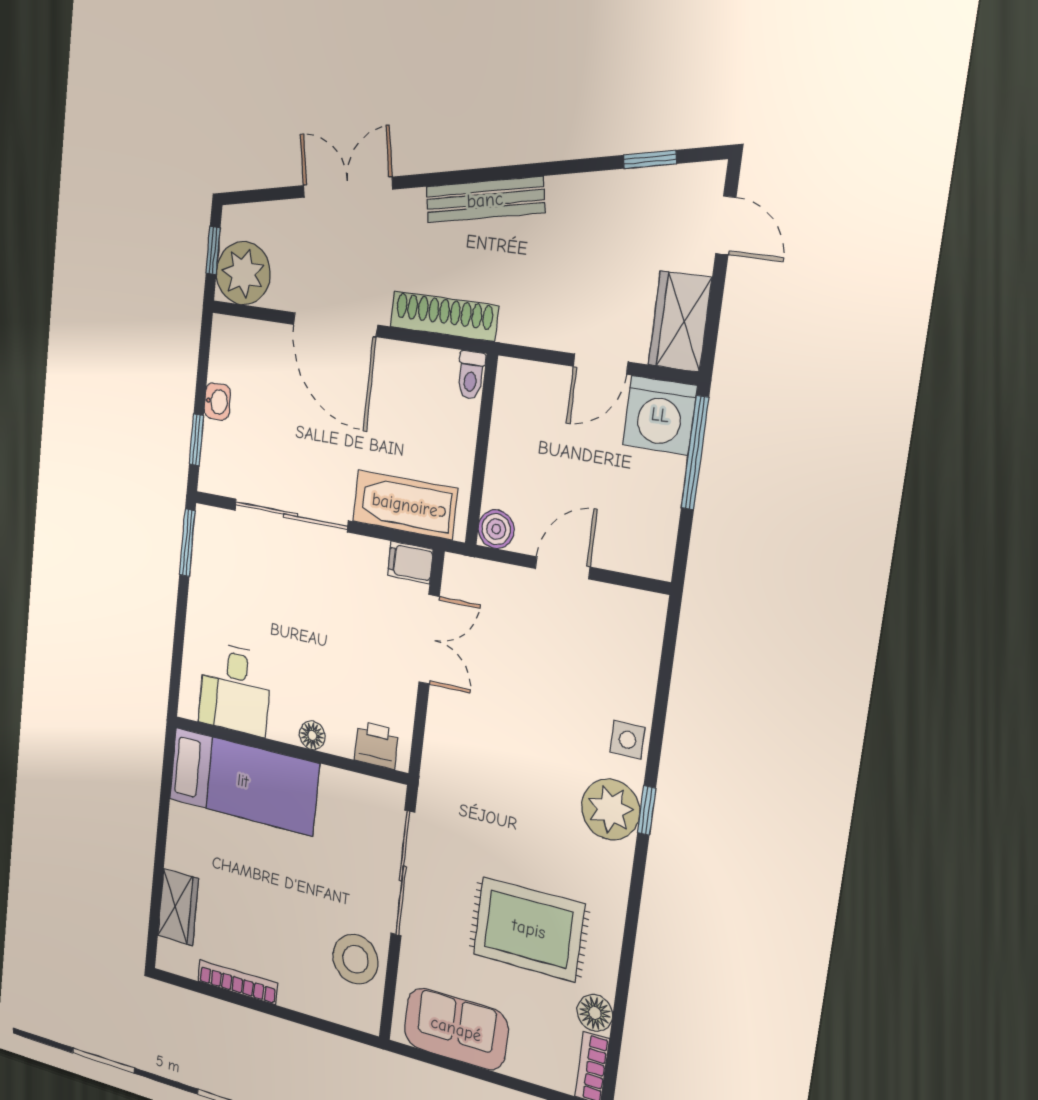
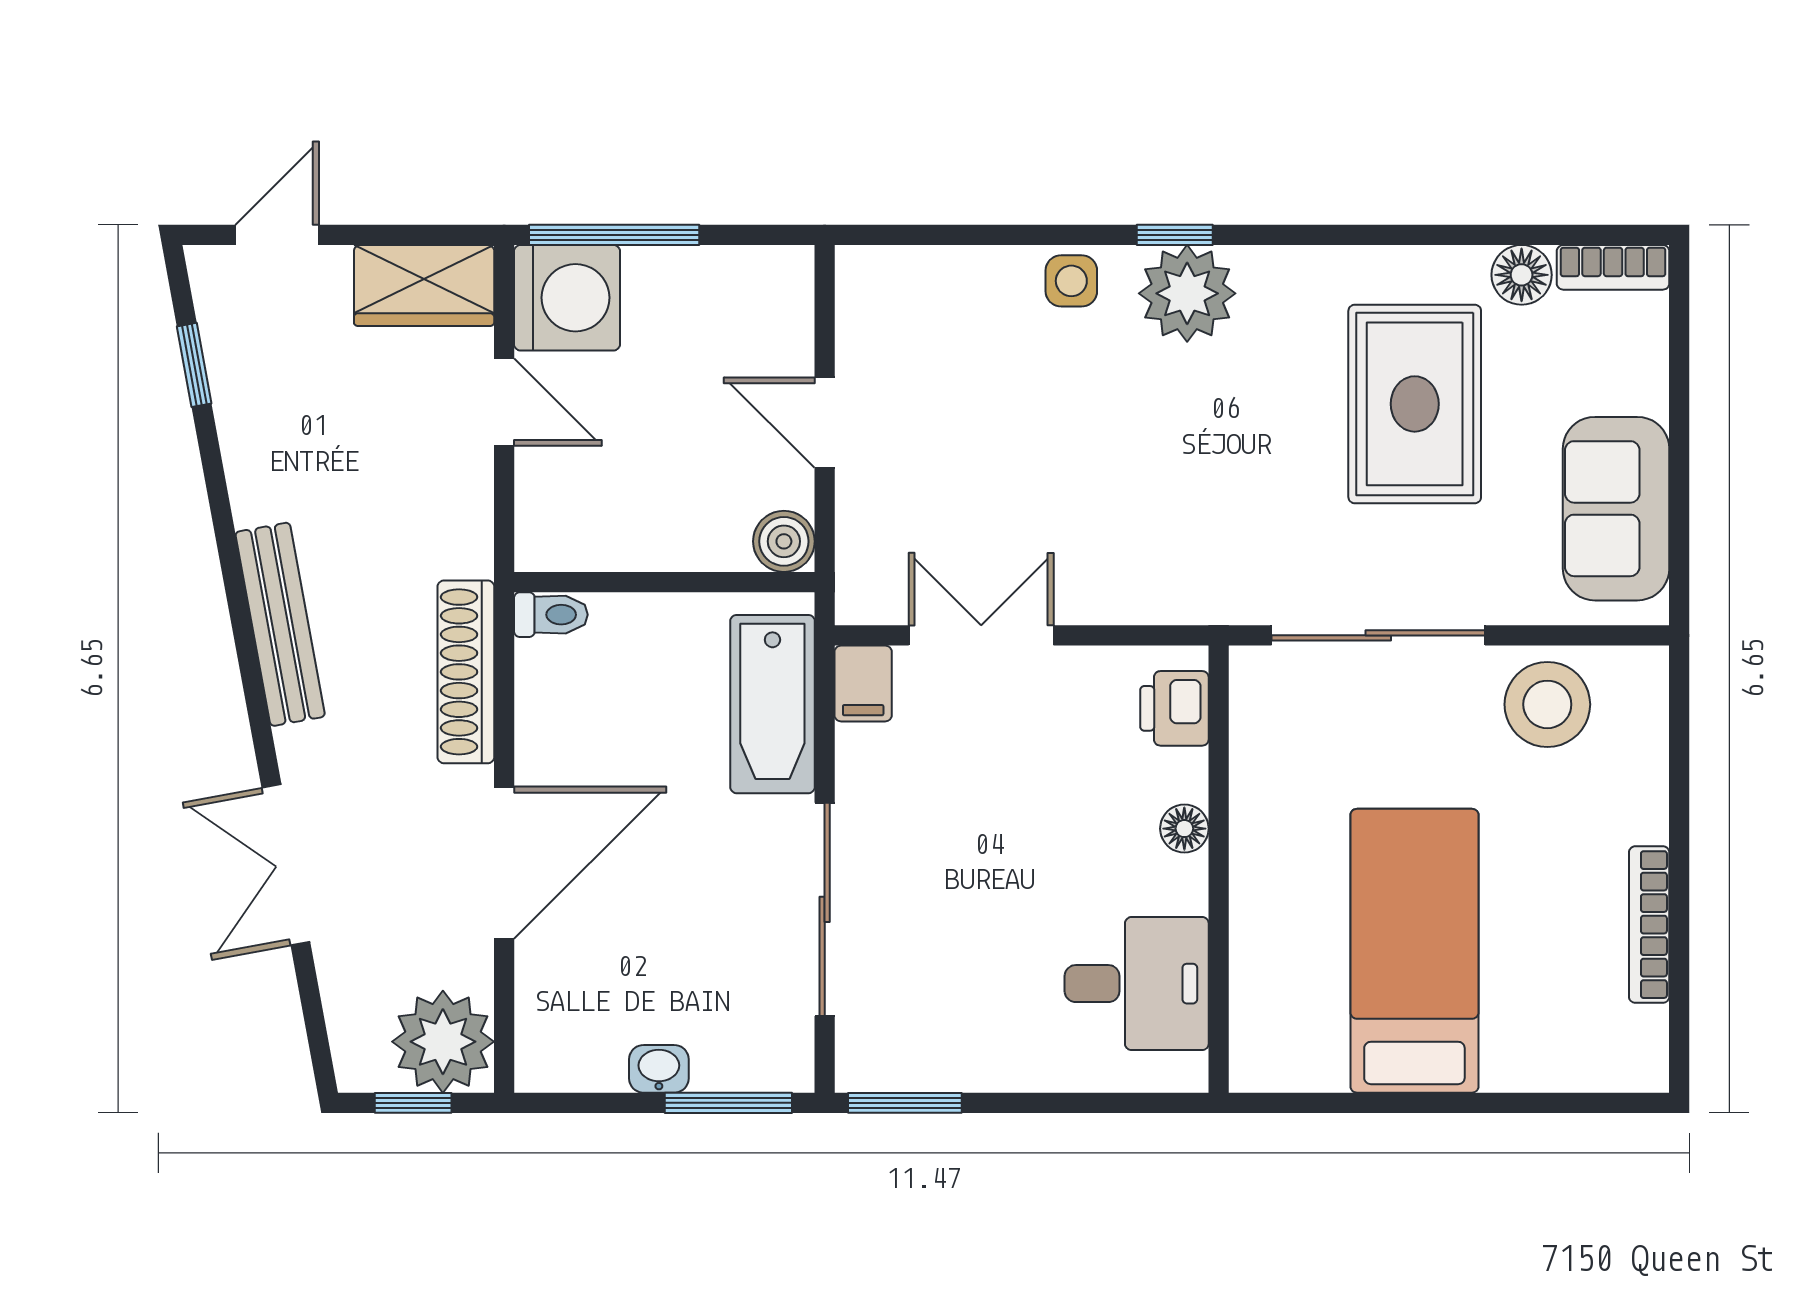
window: (196, 440) -> (728, 1103), width x1.50
bed: (243, 781) -> (1414, 951), moved
wardrobe: (178, 907) -> (1546, 1057), removed

